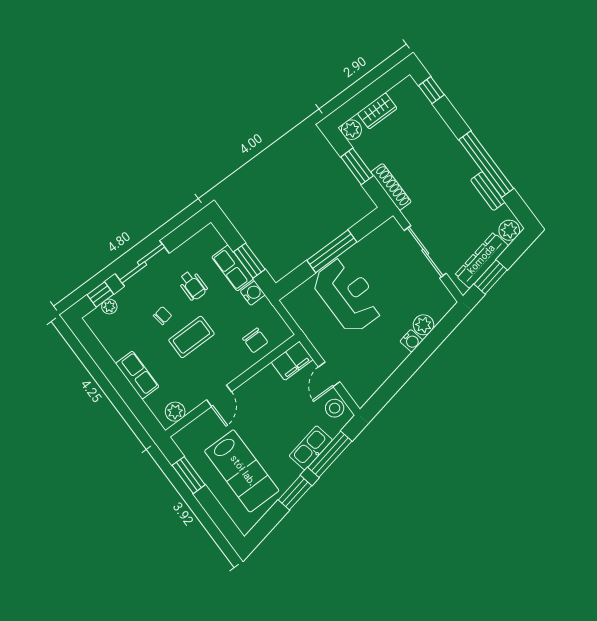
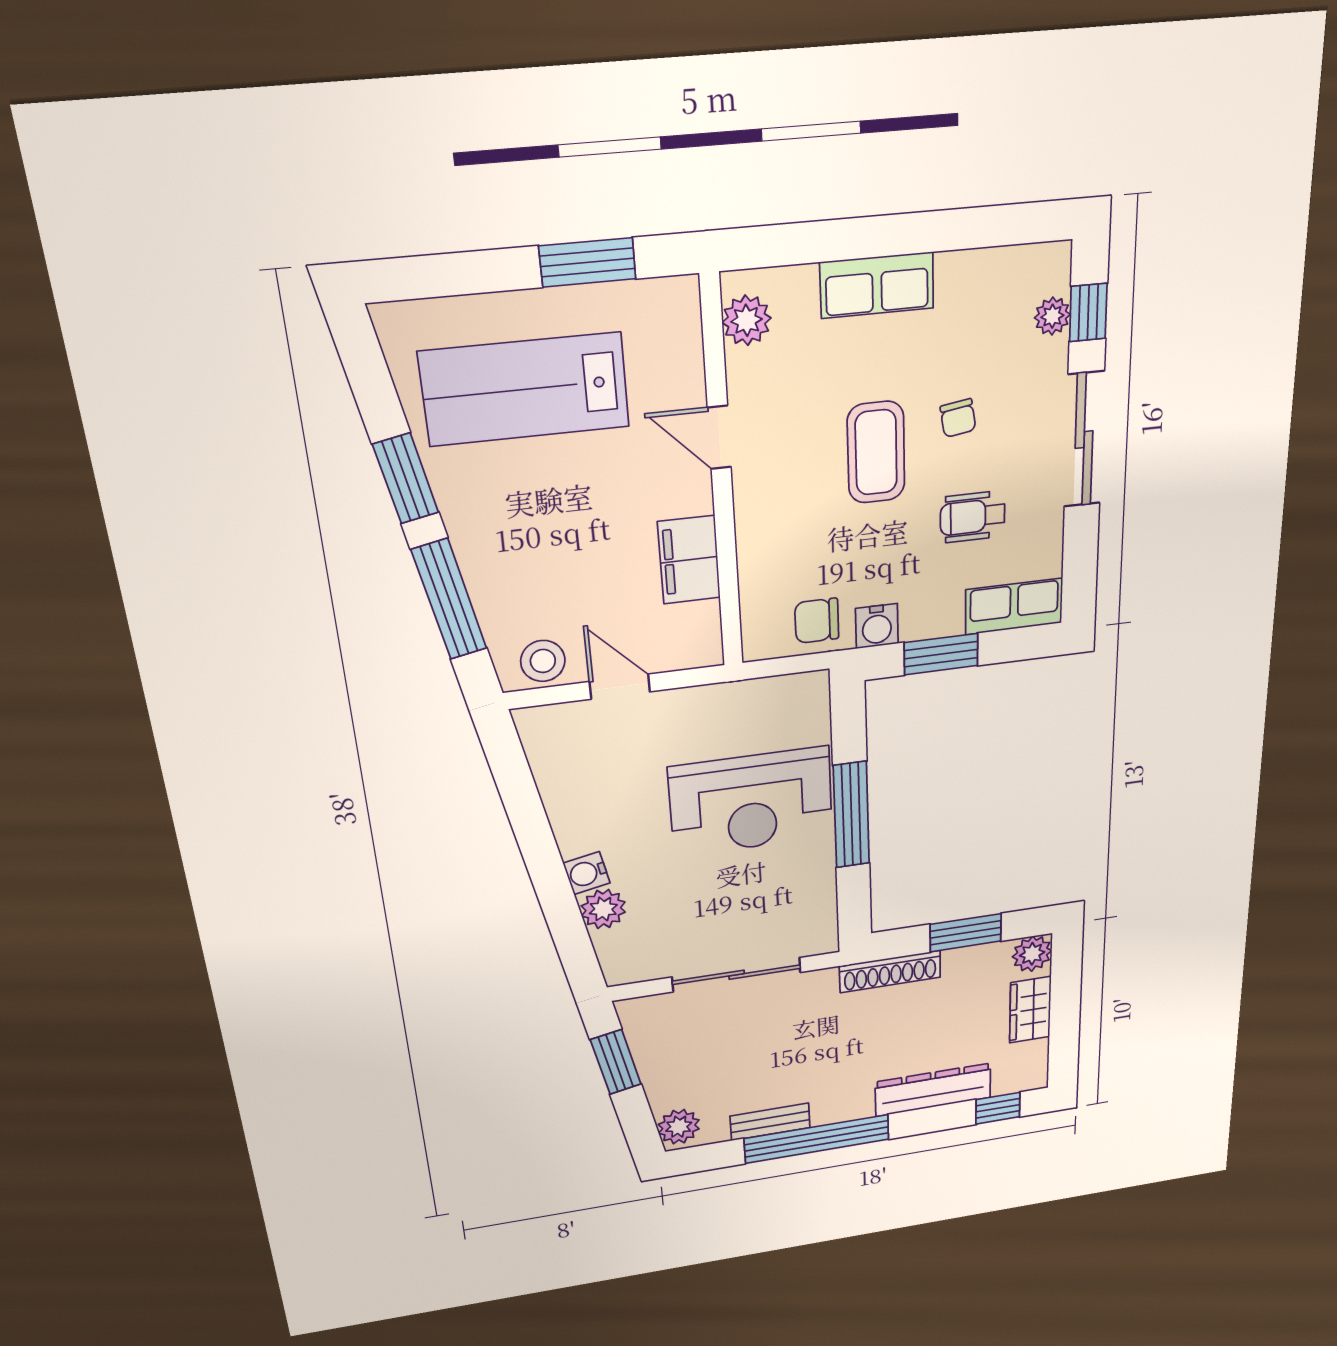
dresser: (482, 260) -> (933, 1090), moved, turned -79
row of seats: (233, 268) -> (1014, 606), moved
chair: (255, 340) -> (817, 621), moved
filing cabinet: (292, 361) -> (689, 560), moved
kitchen sink: (311, 448) -> (487, 567), removed

